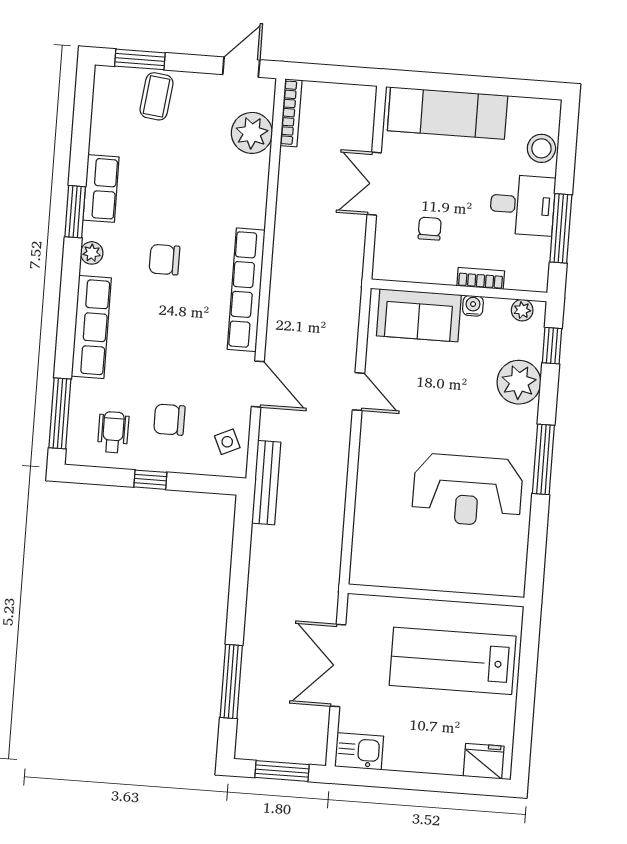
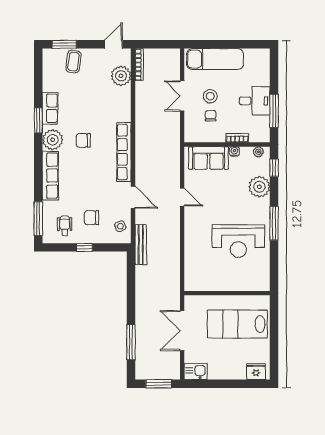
stool: (541, 148) -> (210, 96), moved
plant: (92, 253) -> (53, 140), width x1.87, depth x1.87

